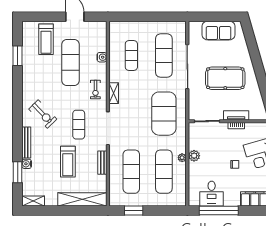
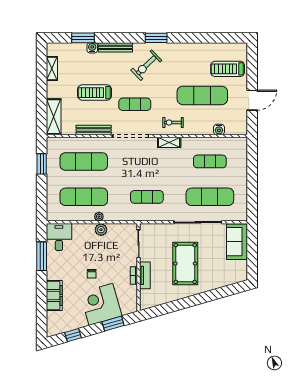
sofa: (218, 31) -> (237, 242), moved
window: (18, 56) -> (156, 38), moved
water cooler: (102, 57) -> (219, 130), moved
exercise mat: (164, 114) -> (147, 197), width x0.50, depth x0.69
bench: (102, 163) -> (94, 130), width x1.36
desk: (212, 194) -> (59, 237), moved, turned 90
shelving: (82, 199) -> (54, 117), width x0.68
shelving: (33, 201) -> (52, 68), moved
window: (219, 210) -> (42, 256), width x0.68

